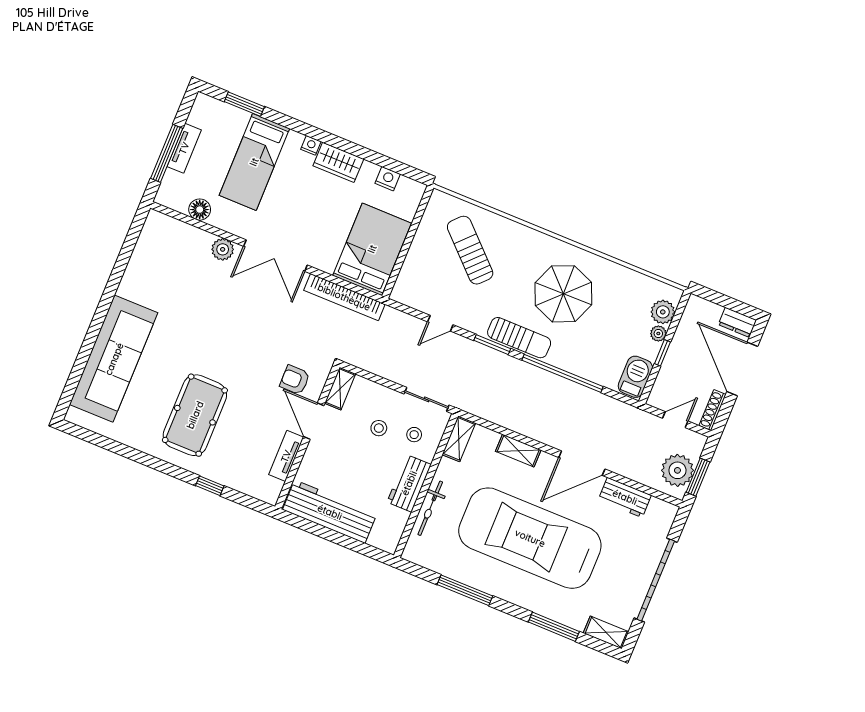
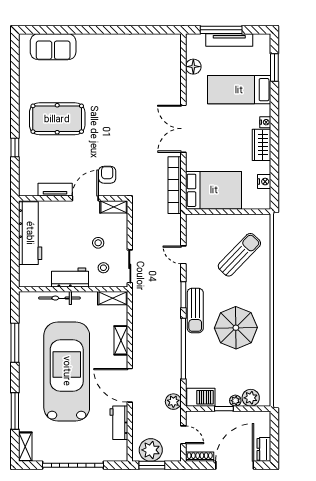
tv unit: (184, 148) -> (229, 40), width x1.41
plant: (223, 249) -> (173, 402), moved
sofa: (114, 359) -> (53, 47), width x0.54, depth x0.79

